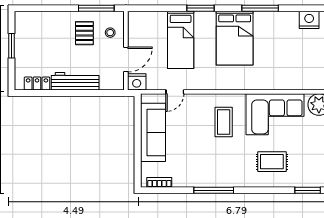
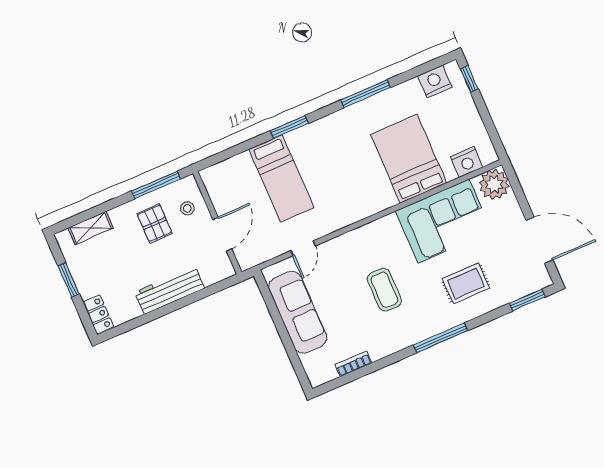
shelving: (41, 18) -> (91, 228), added
bed: (235, 38) -> (409, 159), moved, turned 180
nightstand: (137, 82) -> (467, 162), moved
locker: (37, 84) -> (98, 314), moved, turned 90
coffee table: (224, 122) -> (384, 290), moved
bookcase: (159, 182) -> (353, 364), moved
window: (214, 190) -> (440, 338), moved

